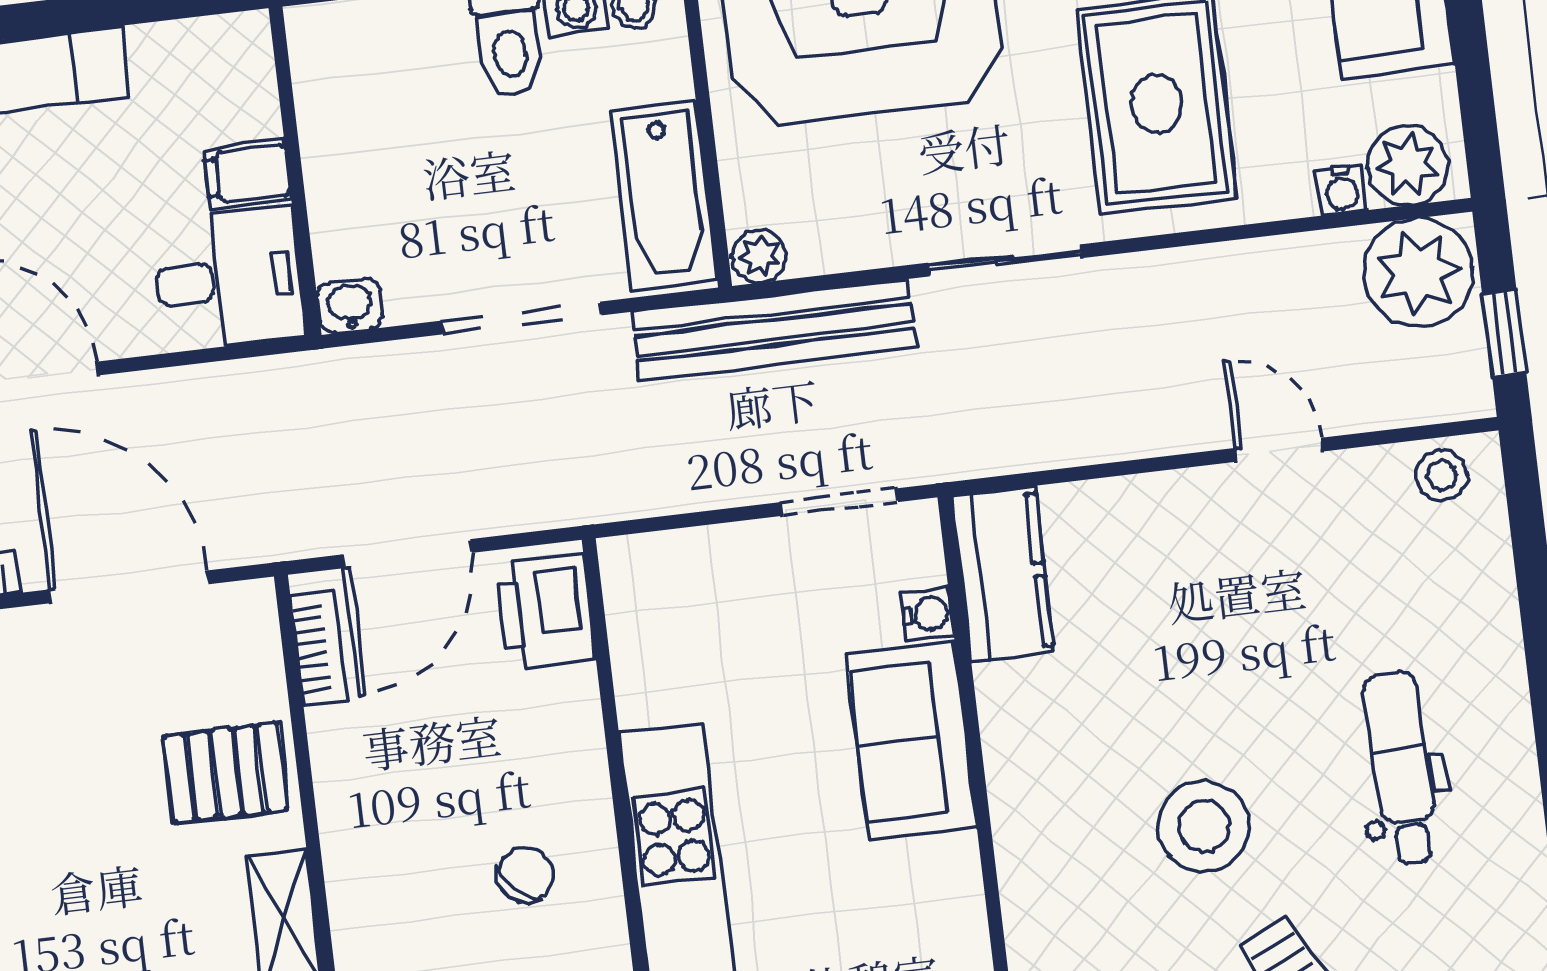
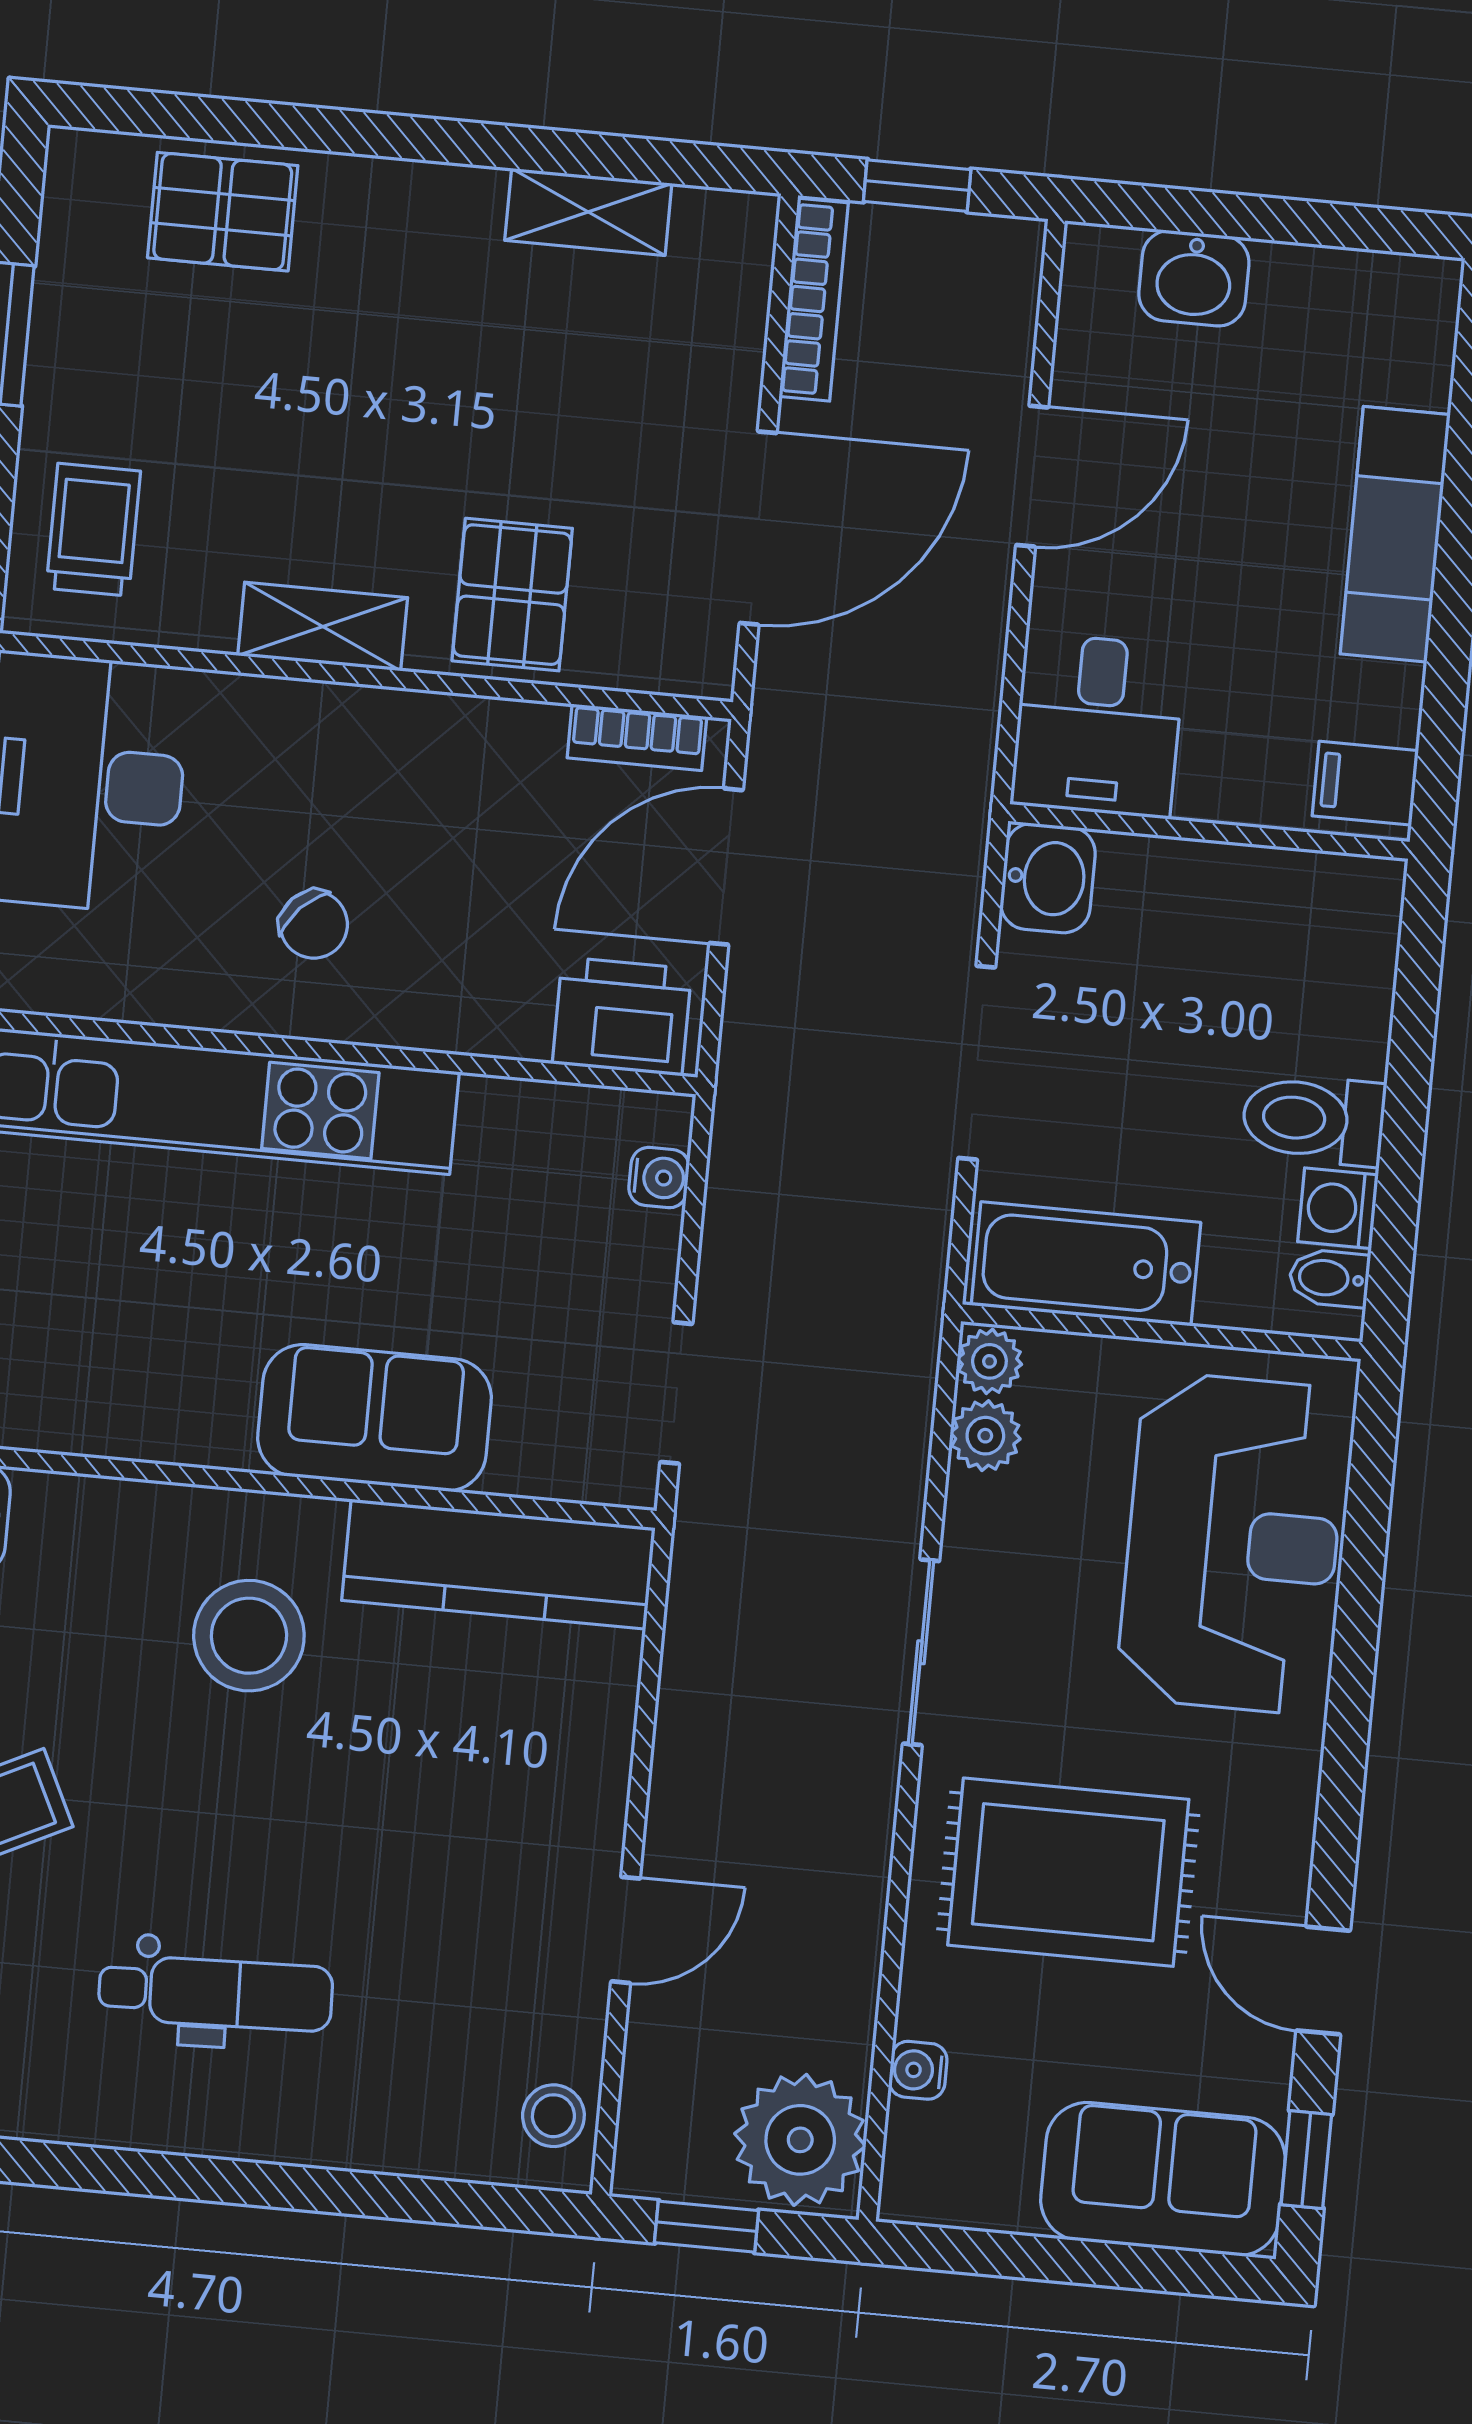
plant: (1408, 165) -> (985, 1436), moved, width x0.73, depth x0.73
filing cabinet: (247, 174) -> (1365, 783), moved, turned -90
washbasin: (350, 306) -> (1048, 878), width x1.38, depth x1.45
bench: (774, 330) -> (898, 1360), removed
door: (407, 554) -> (726, 867), hinge flipped
kitchen counter: (1003, 574) -> (498, 1564), width x1.50
water cooler: (927, 614) -> (659, 1178), moved, turned -90
stool: (1204, 826) -> (249, 1636), moved

